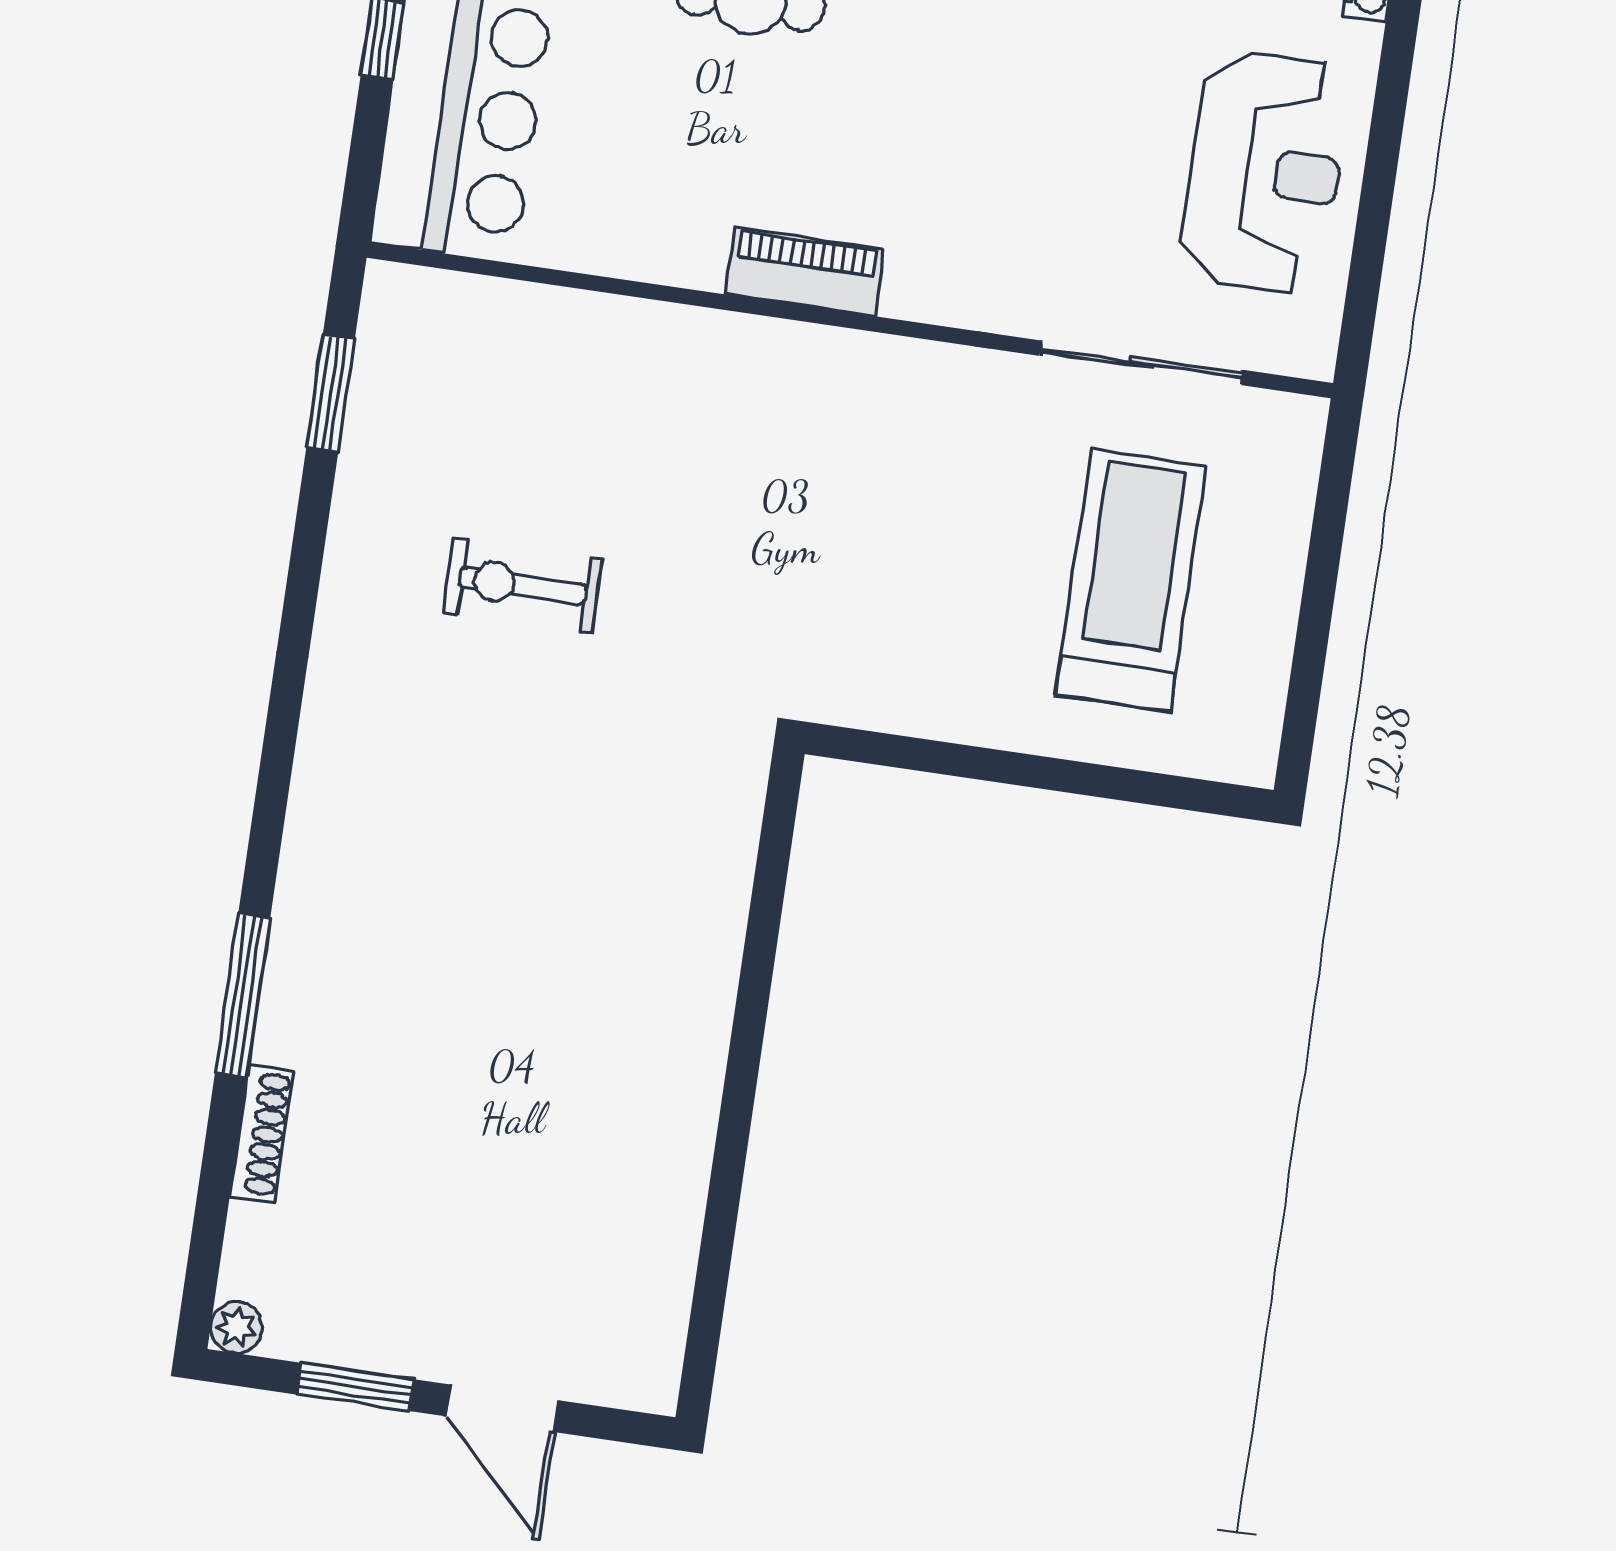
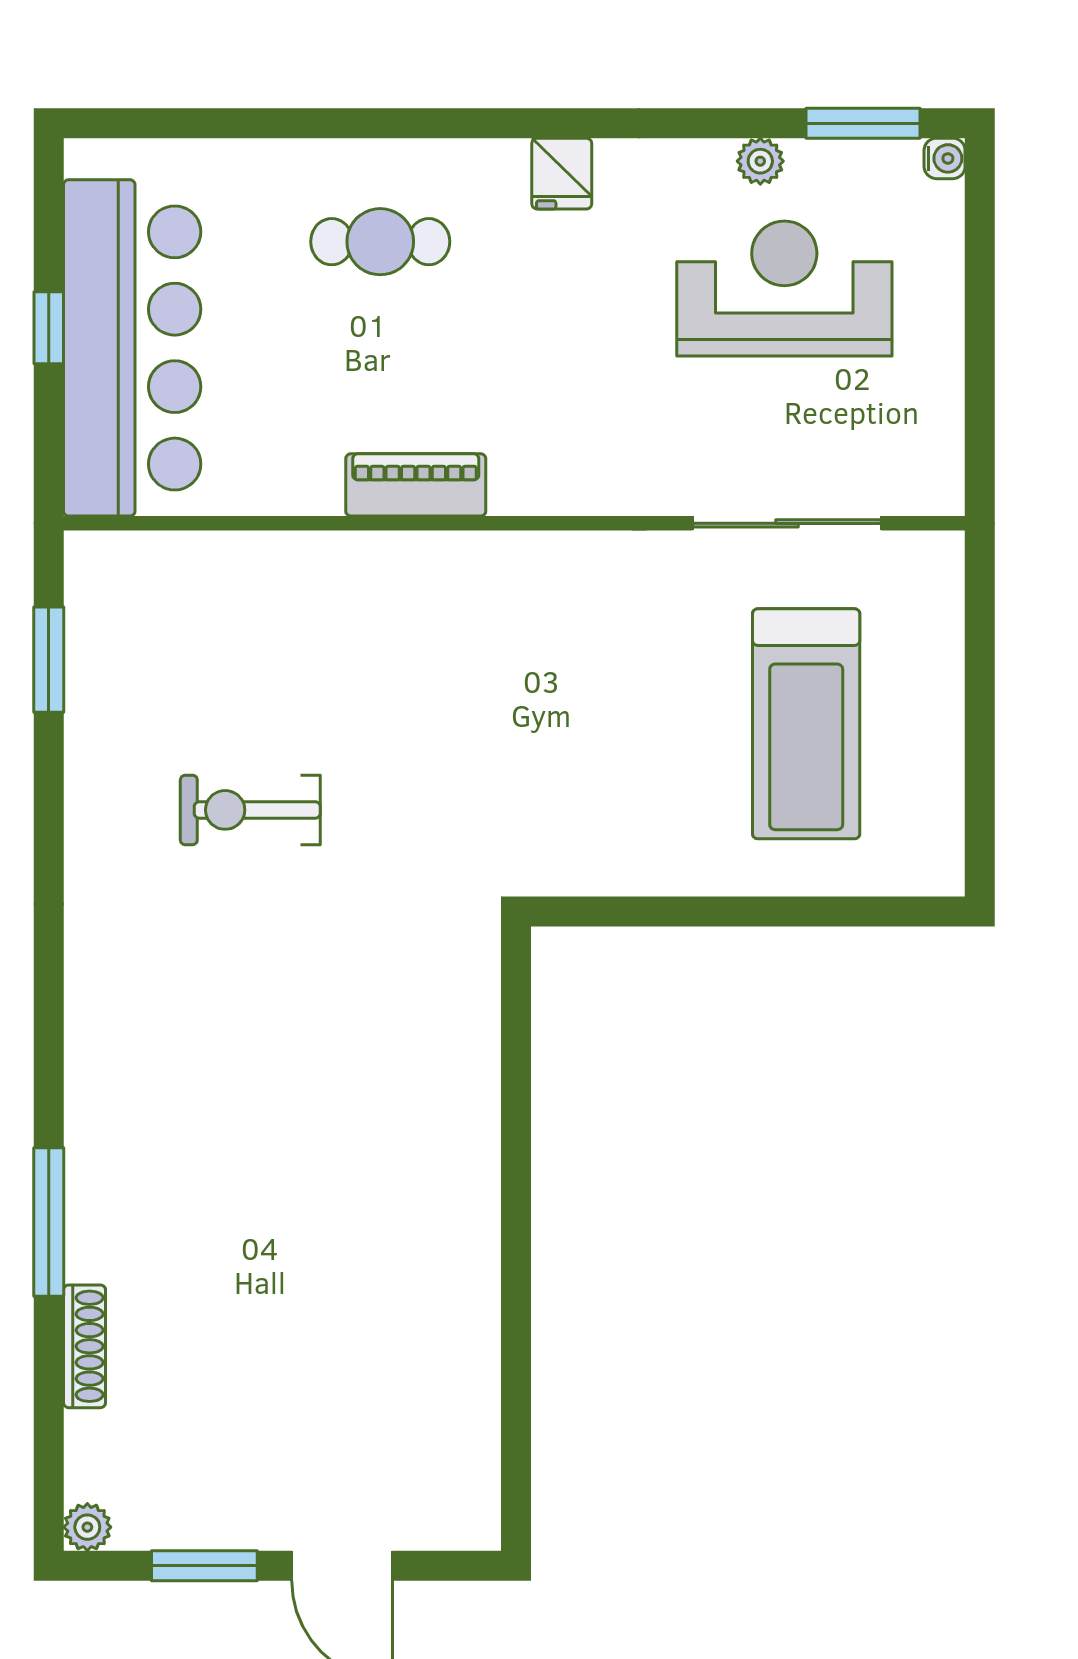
reception desk: (1265, 172) -> (784, 289), moved, turned -90
piano: (805, 272) -> (416, 485), moved
treadmill: (1131, 580) -> (806, 724), turned 180

